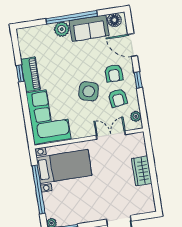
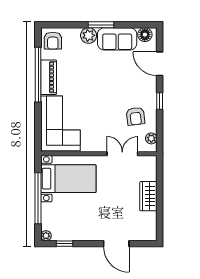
window: (72, 17) -> (101, 25), width x0.47
window: (20, 73) -> (38, 75), width x3.17
armchair: (114, 73) -> (53, 41), moved
side table: (89, 91) -> (106, 105), removed

